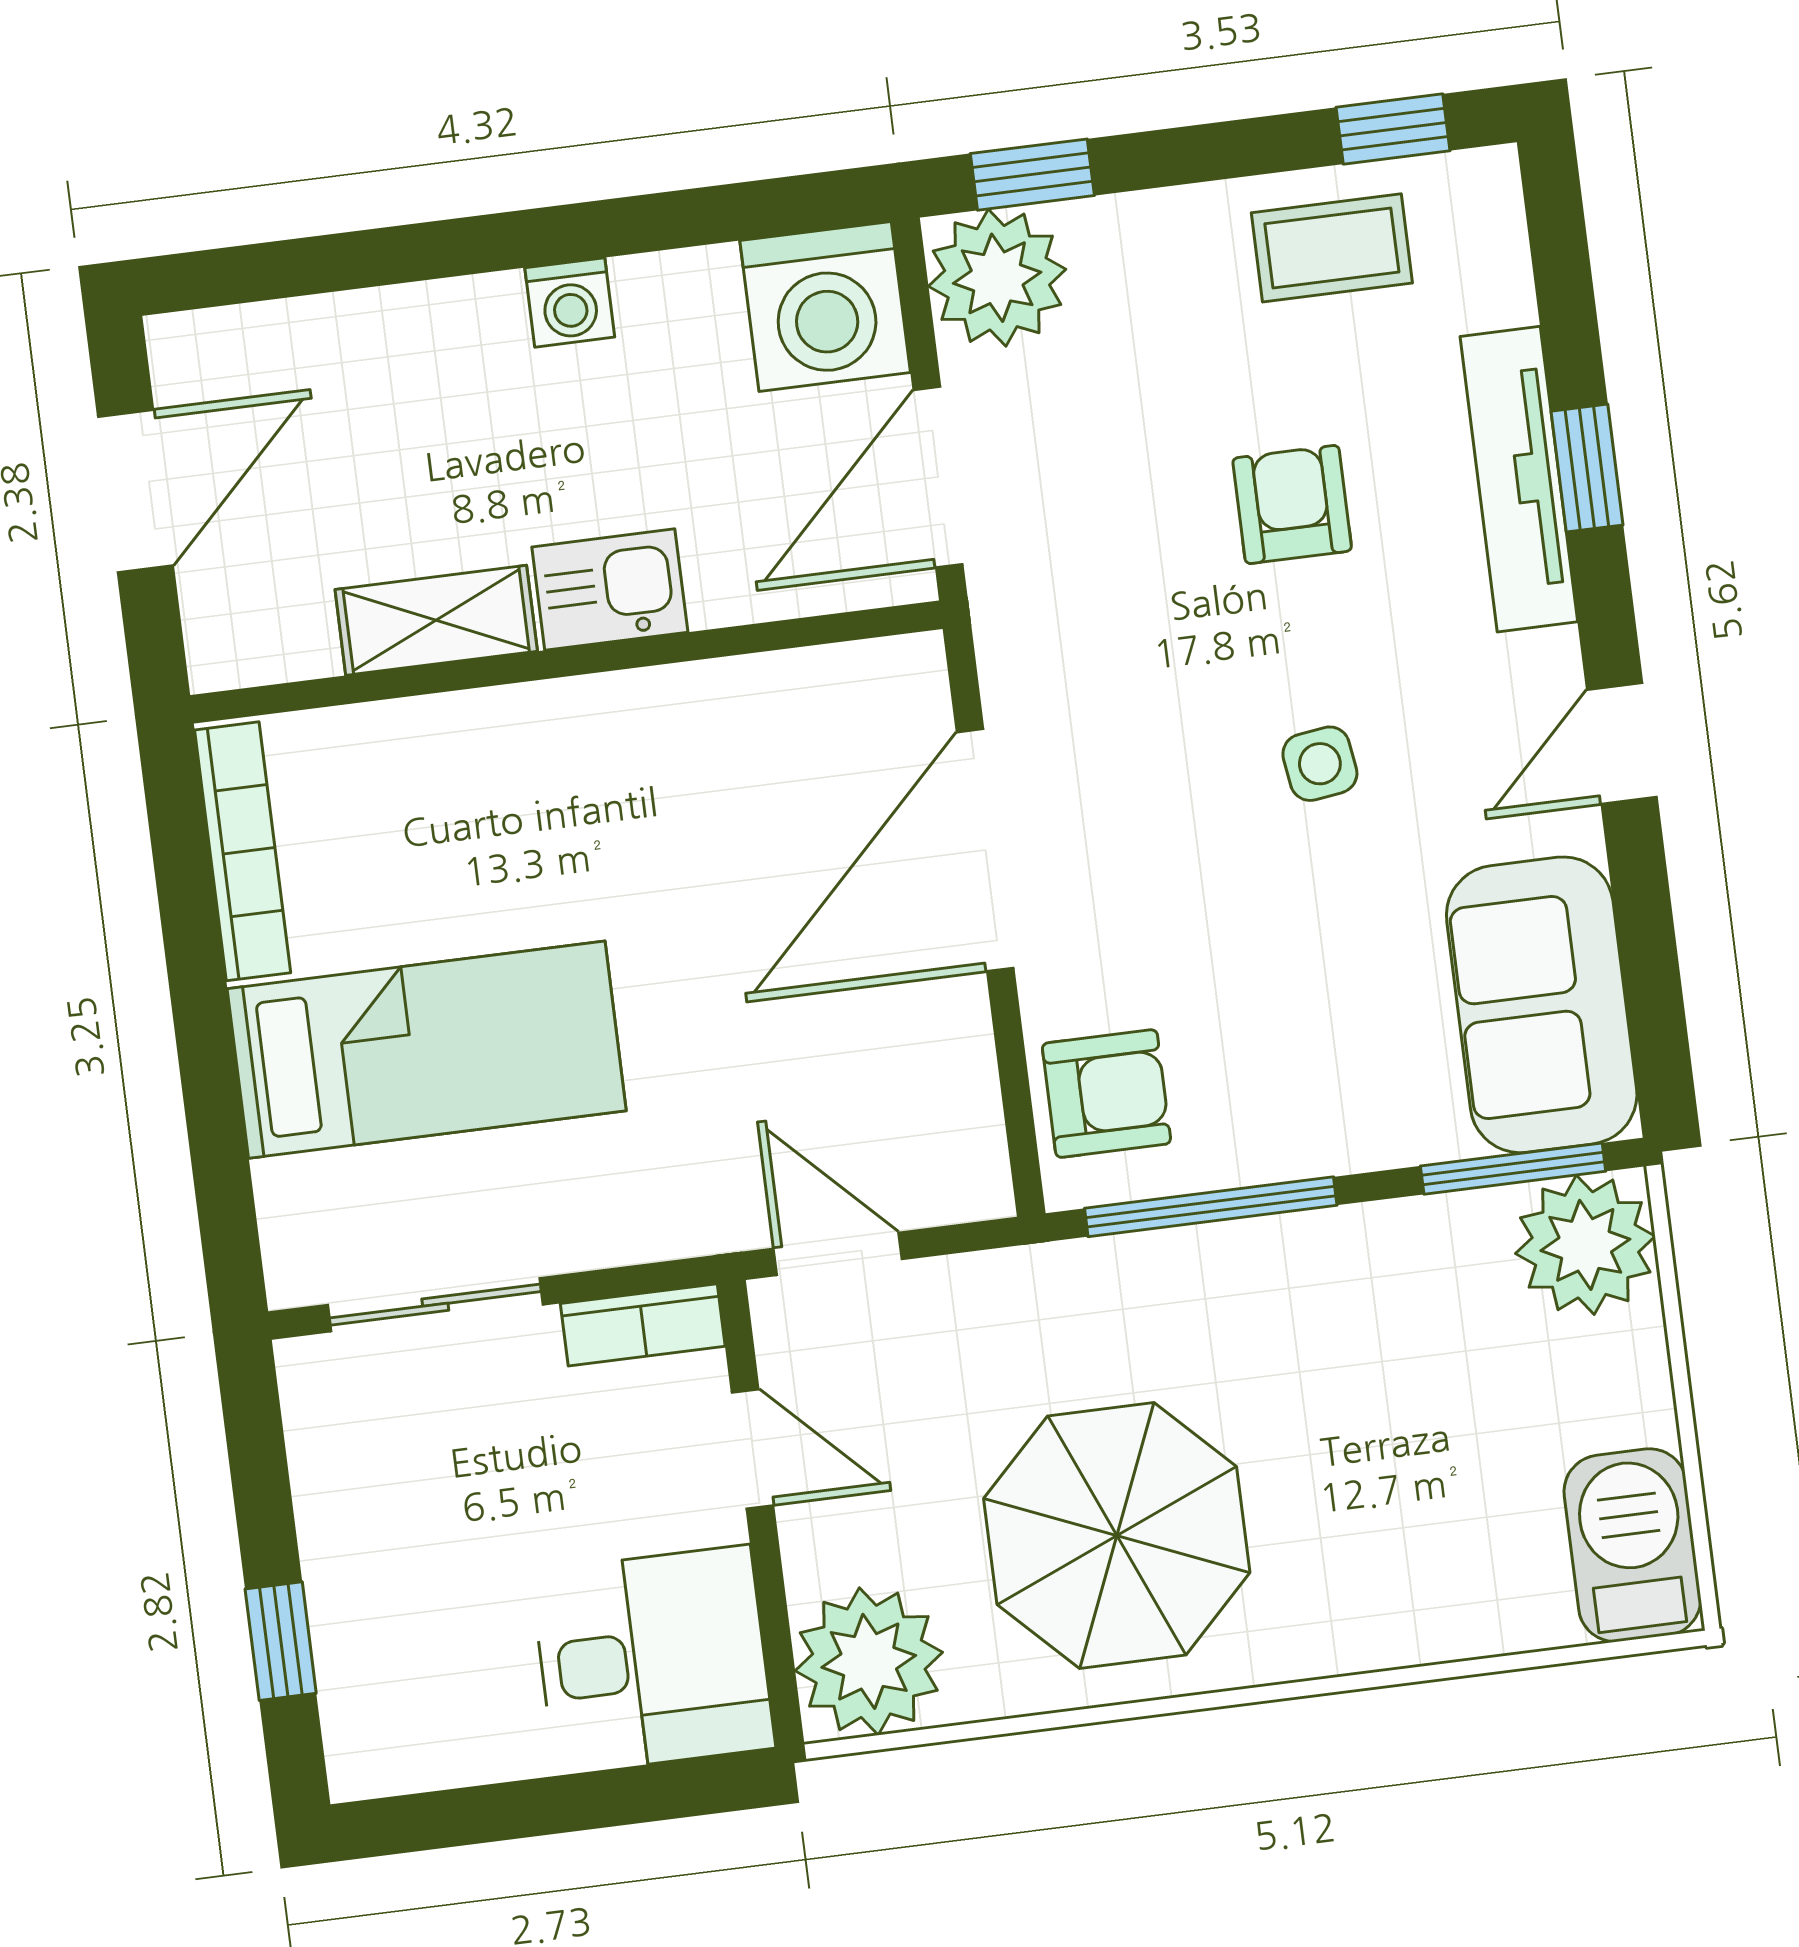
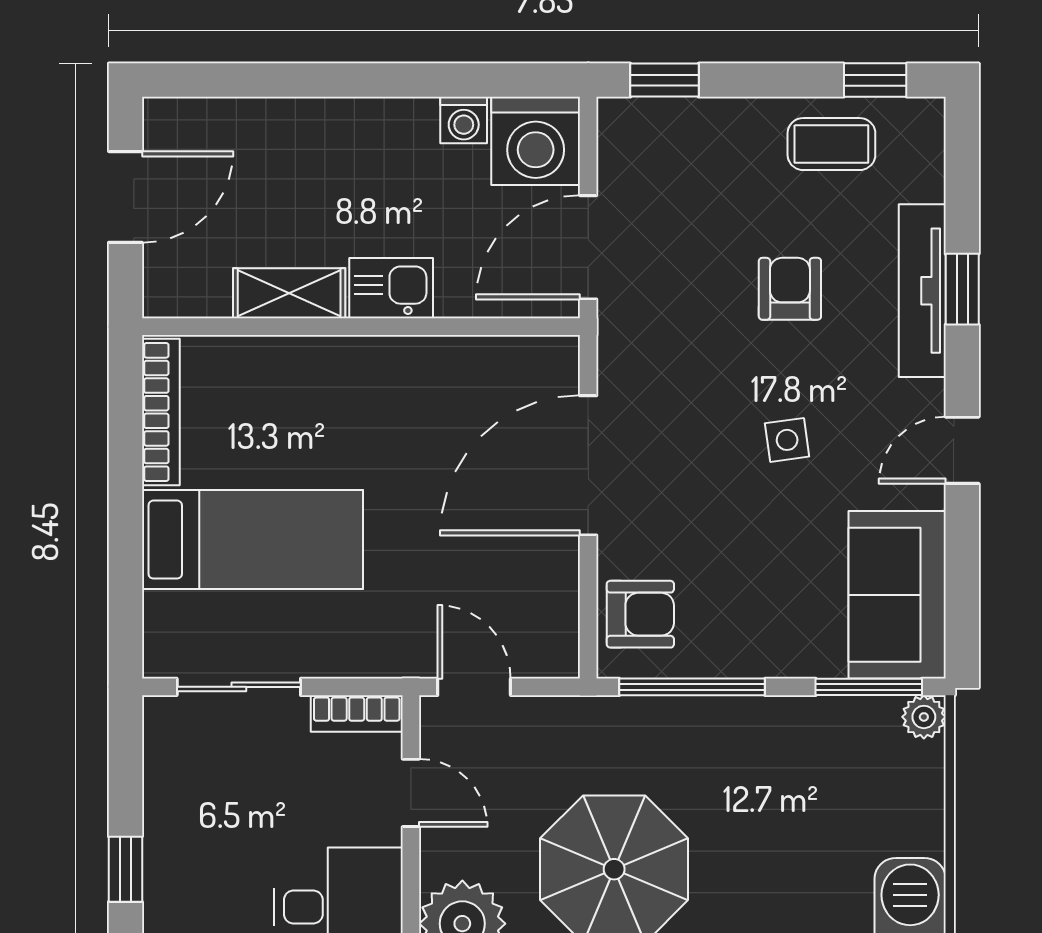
plant: (997, 278) -> (637, 137), removed
washing machine: (570, 302) -> (464, 120), moved
plant: (1585, 1245) -> (924, 717), width x0.53, depth x0.53

